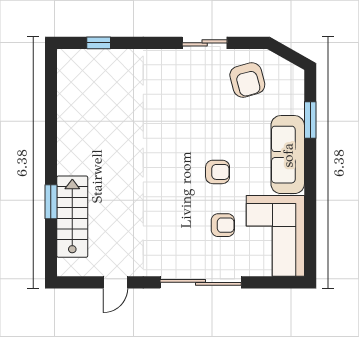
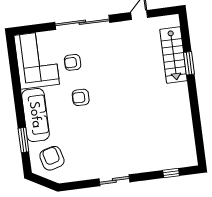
sliding door: (205, 43) -> (114, 180), moved
armchair: (247, 80) -> (52, 158), moved

